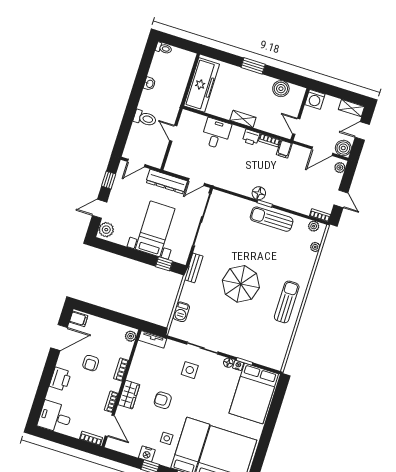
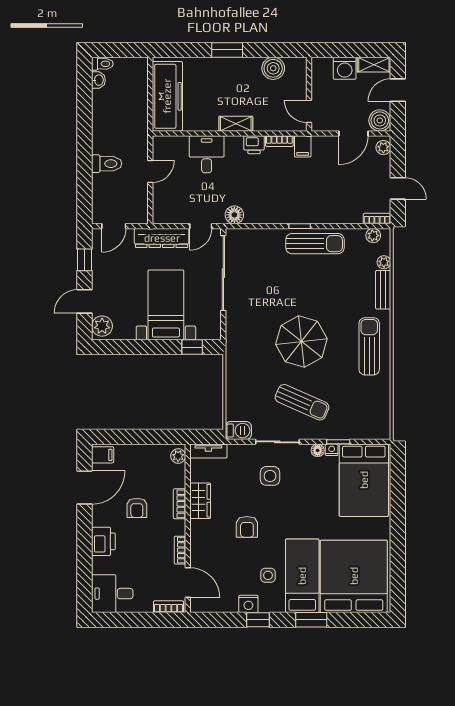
washbasin: (150, 84) -> (98, 80), moved
washing machine: (315, 99) -> (345, 68), moved
door: (173, 133) -> (150, 172), swing flipped
floor lamp: (259, 193) -> (234, 215), moved
sun lounger: (272, 219) -> (315, 244), turned 180
bench: (194, 268) -> (383, 290), moved
barbecue: (181, 312) -> (238, 431), moved, turned -90
sun lounger: (228, 326) -> (302, 402), added
wardrobe: (129, 395) -> (200, 501), moved
armchair: (163, 400) -> (247, 527), turned -90

